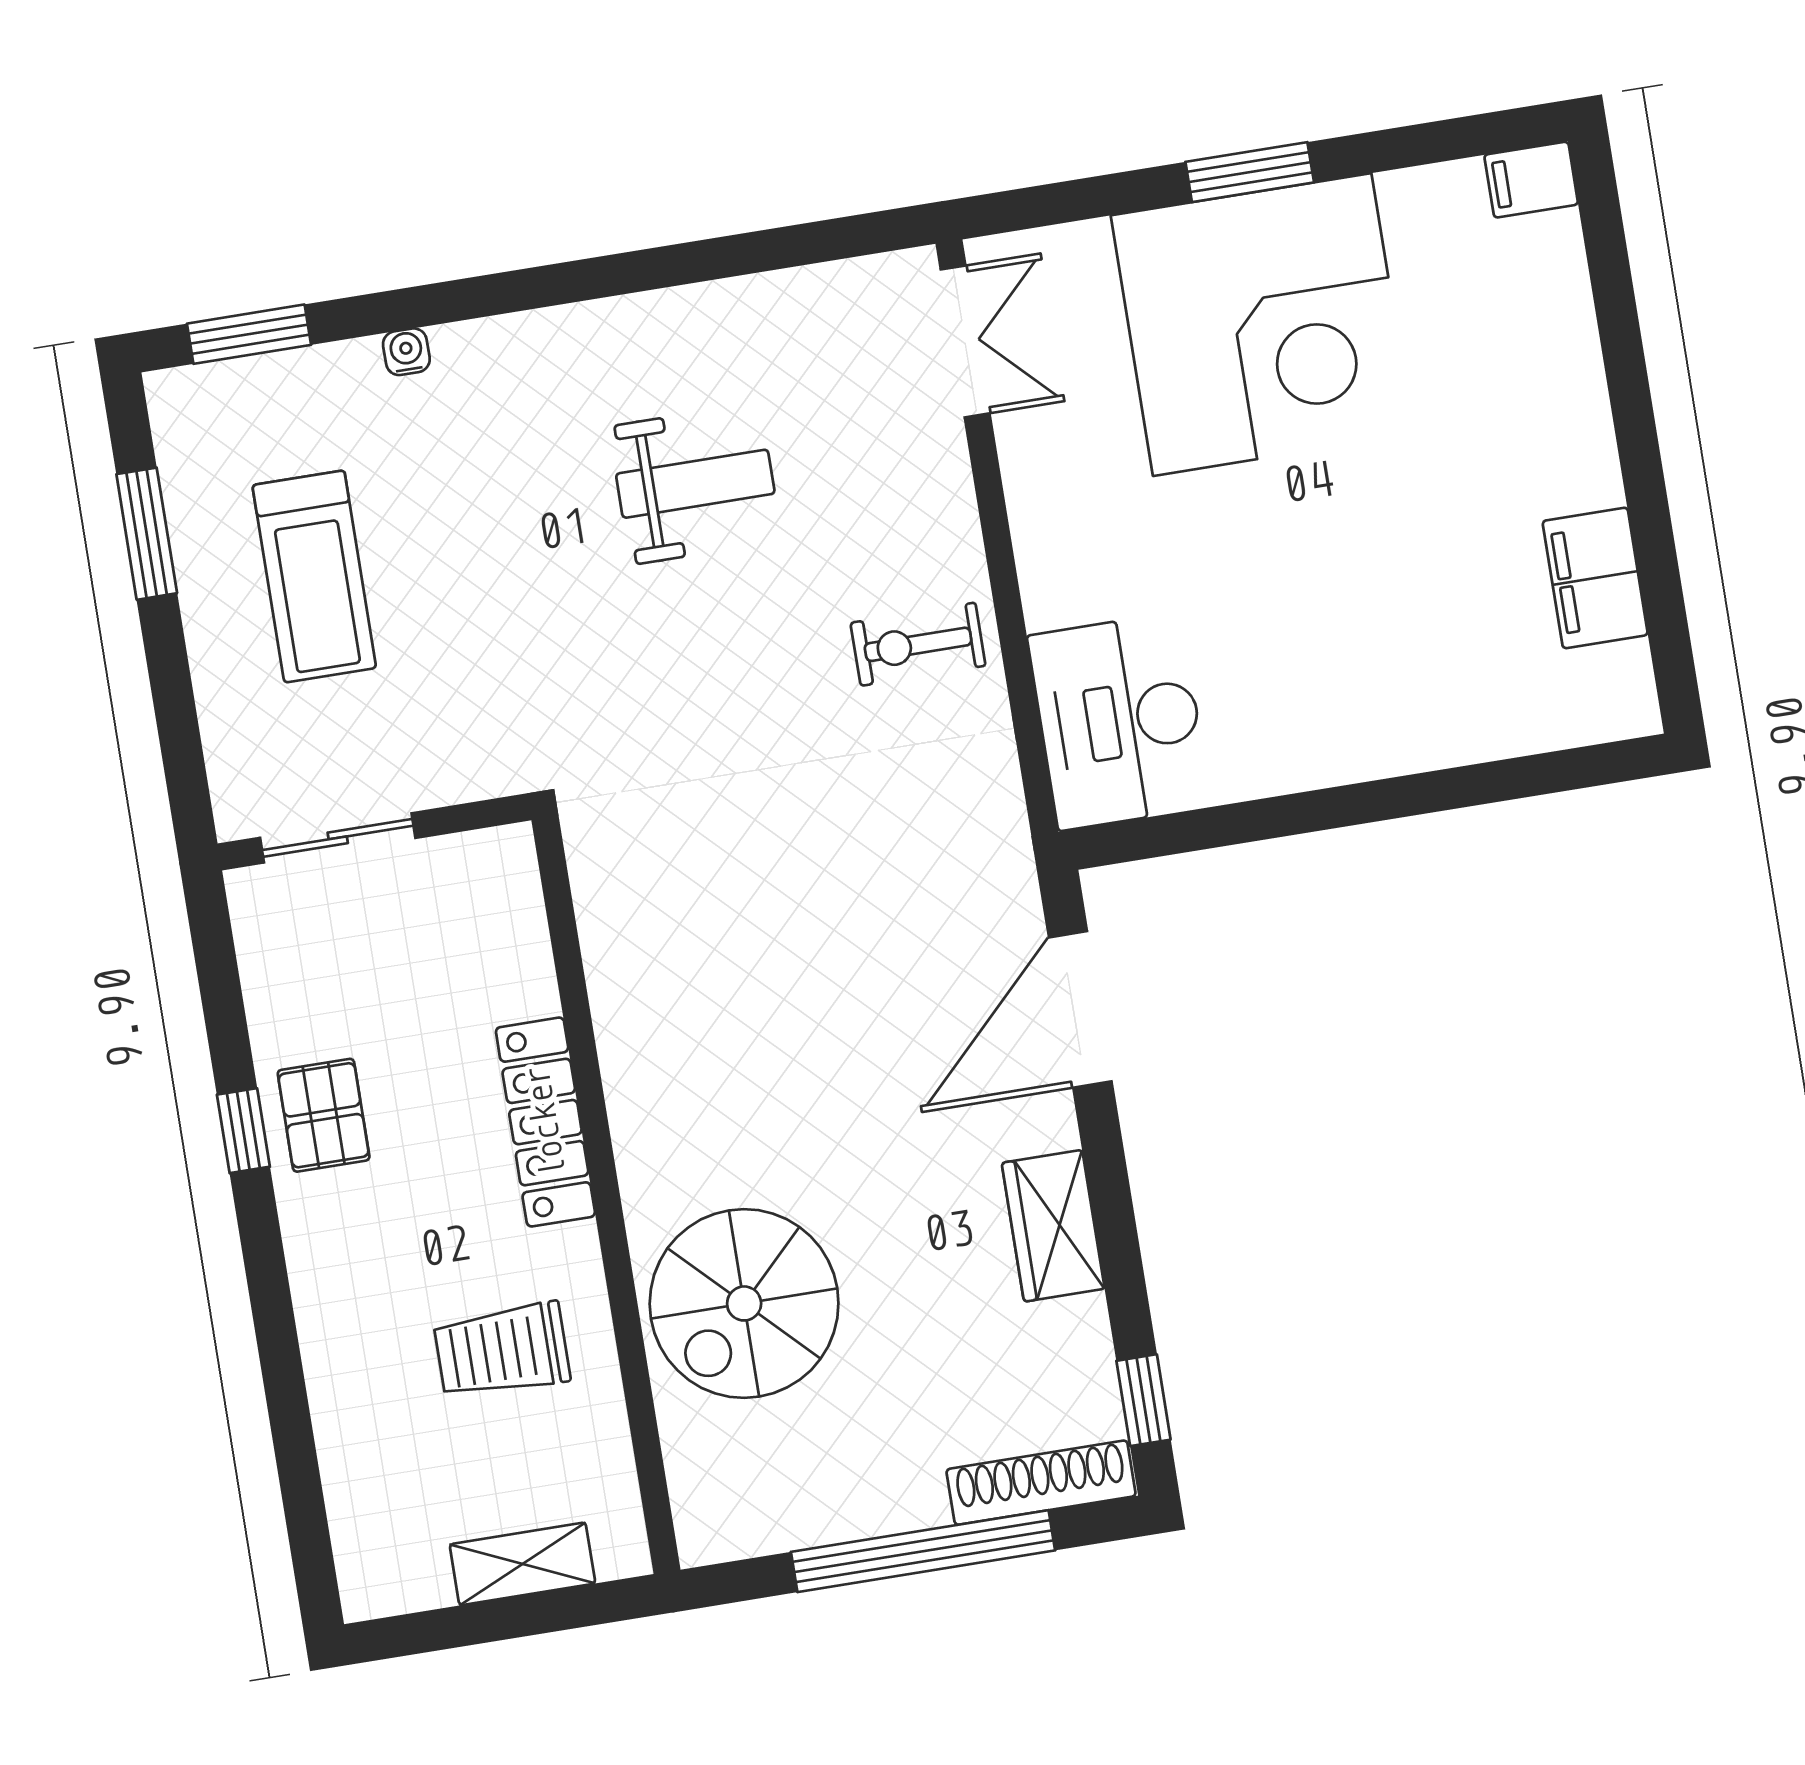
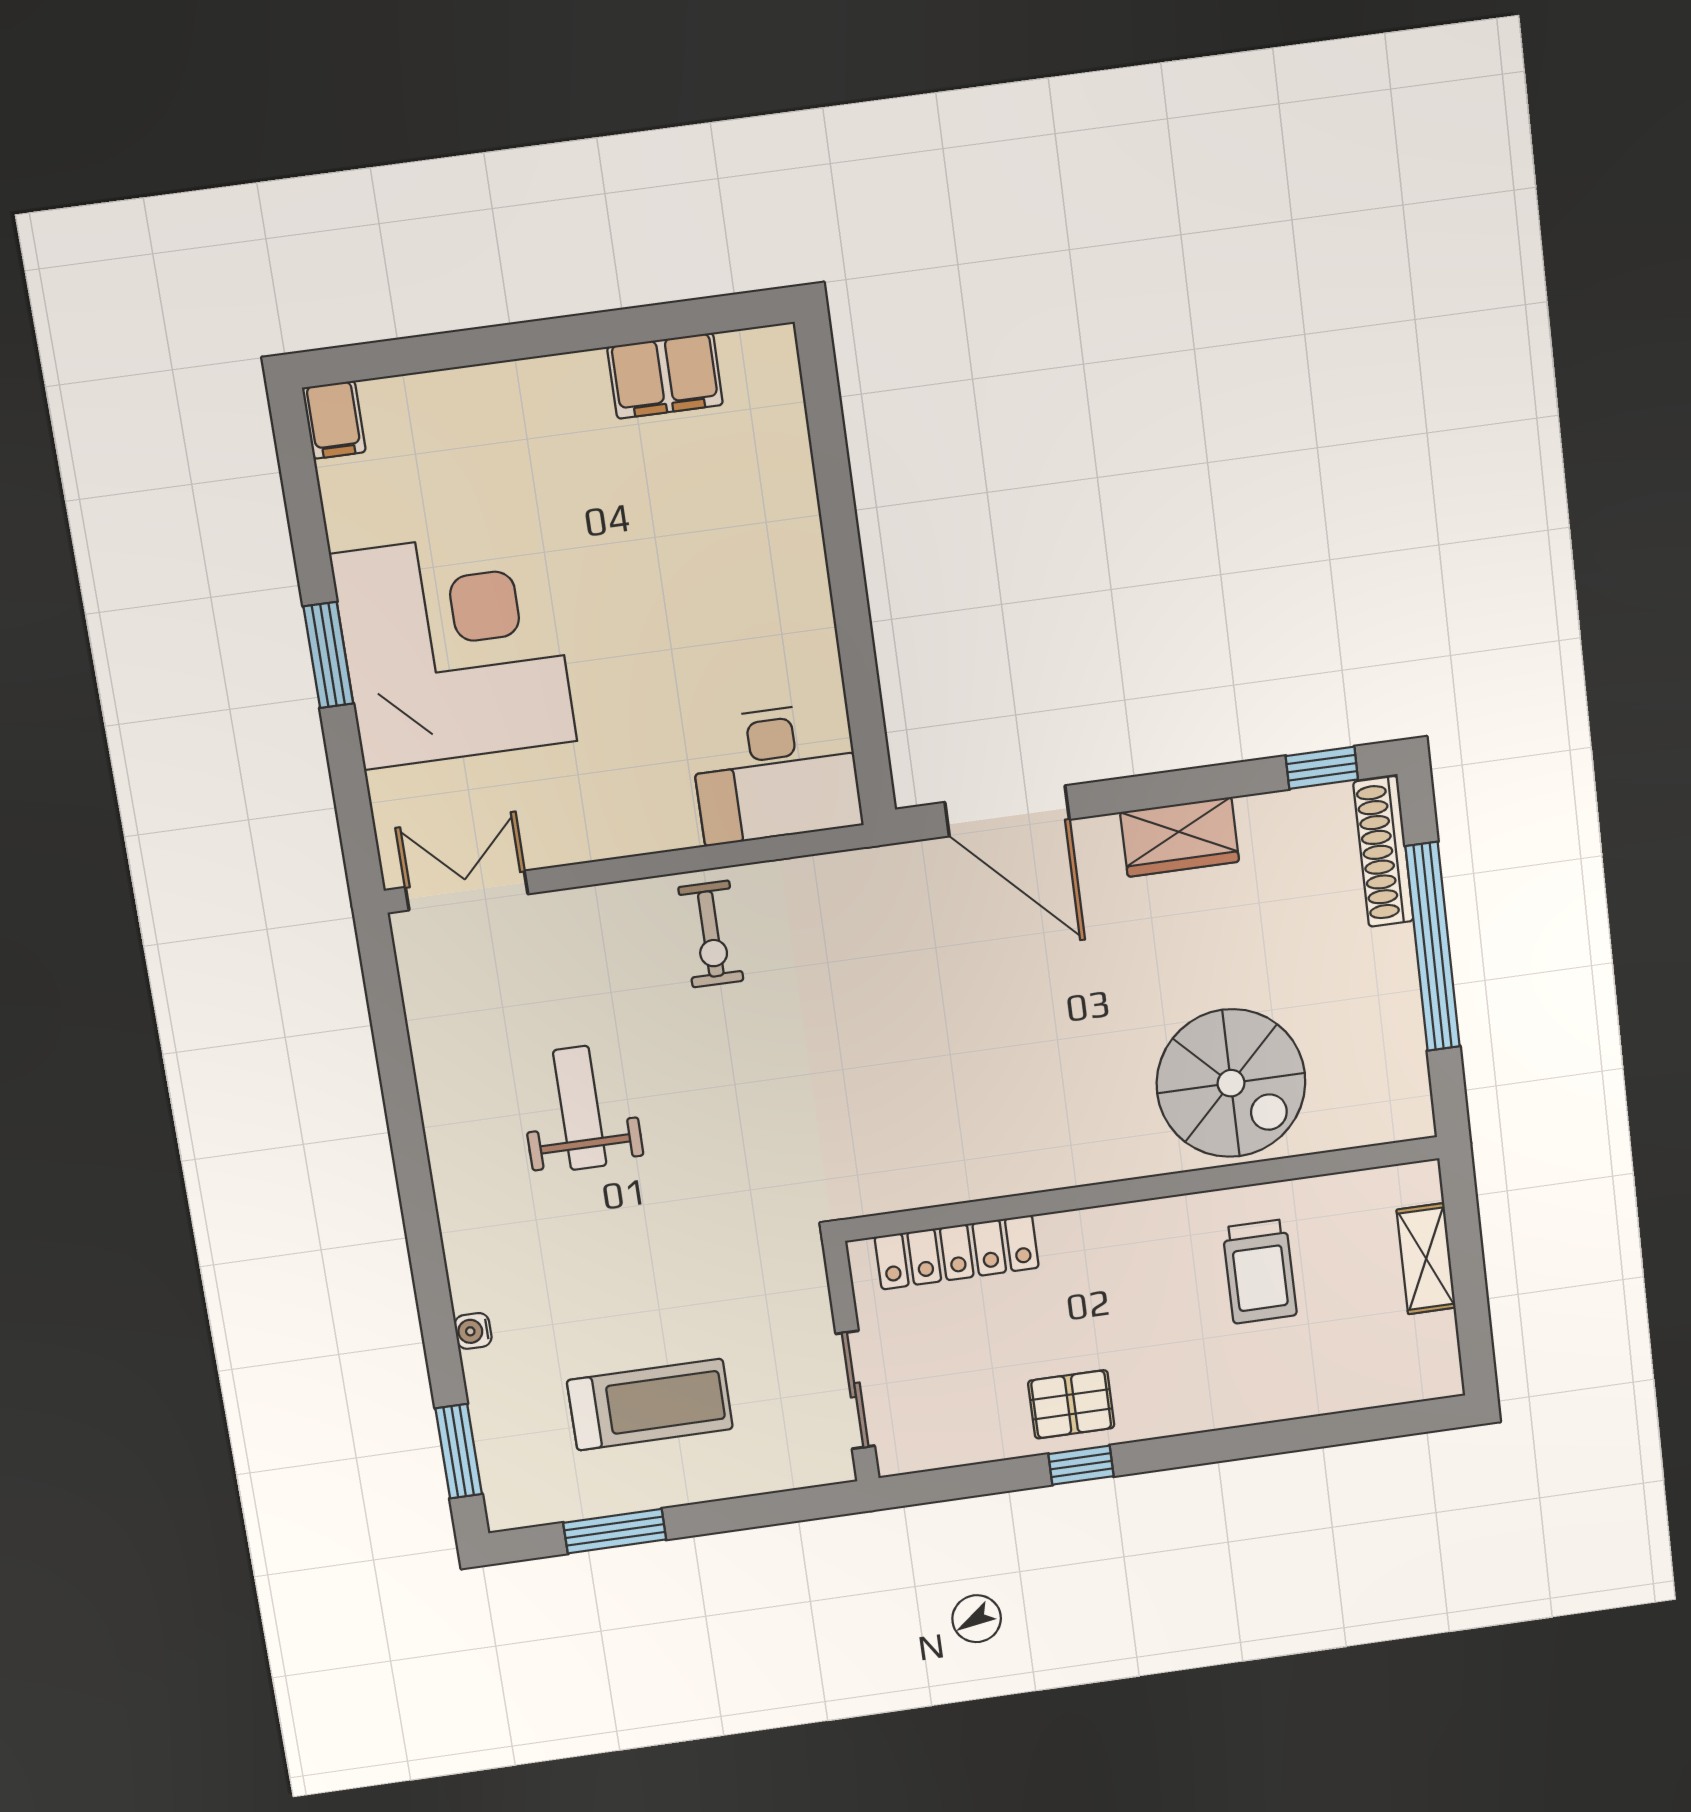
locker: (545, 1122) -> (957, 1252), moved

